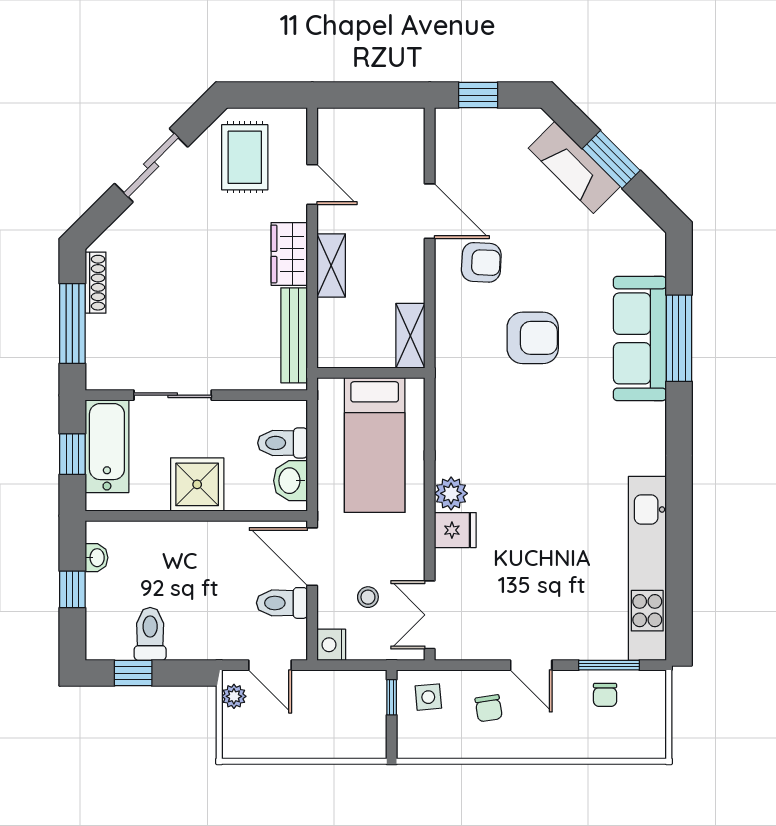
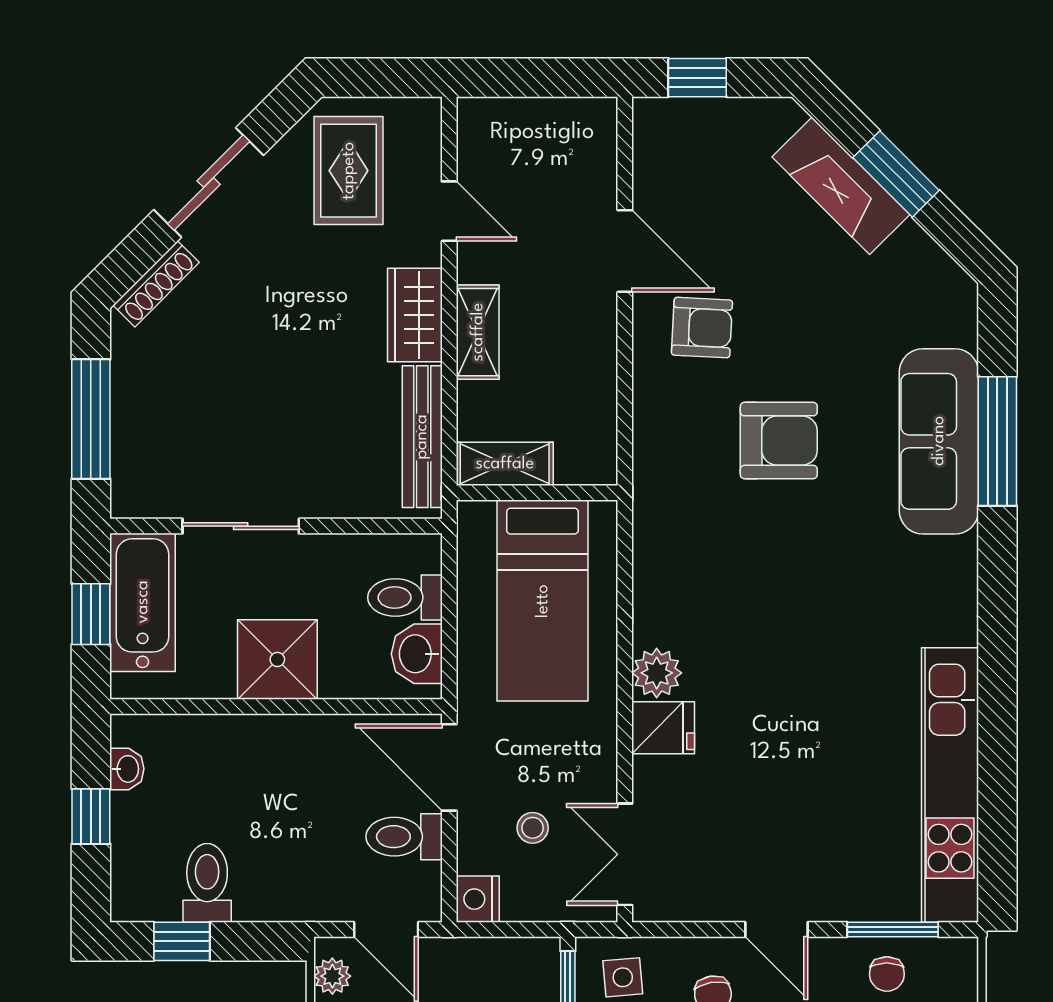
shoe rack: (95, 283) -> (156, 284), moved, turned 45
shelving: (410, 336) -> (505, 464), moved, turned 90

